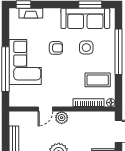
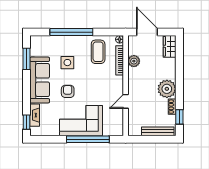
sofa: (85, 18) -> (40, 80), moved
door: (45, 109) -> (126, 101), swing flipped
plant: (62, 118) -> (134, 61), moved

